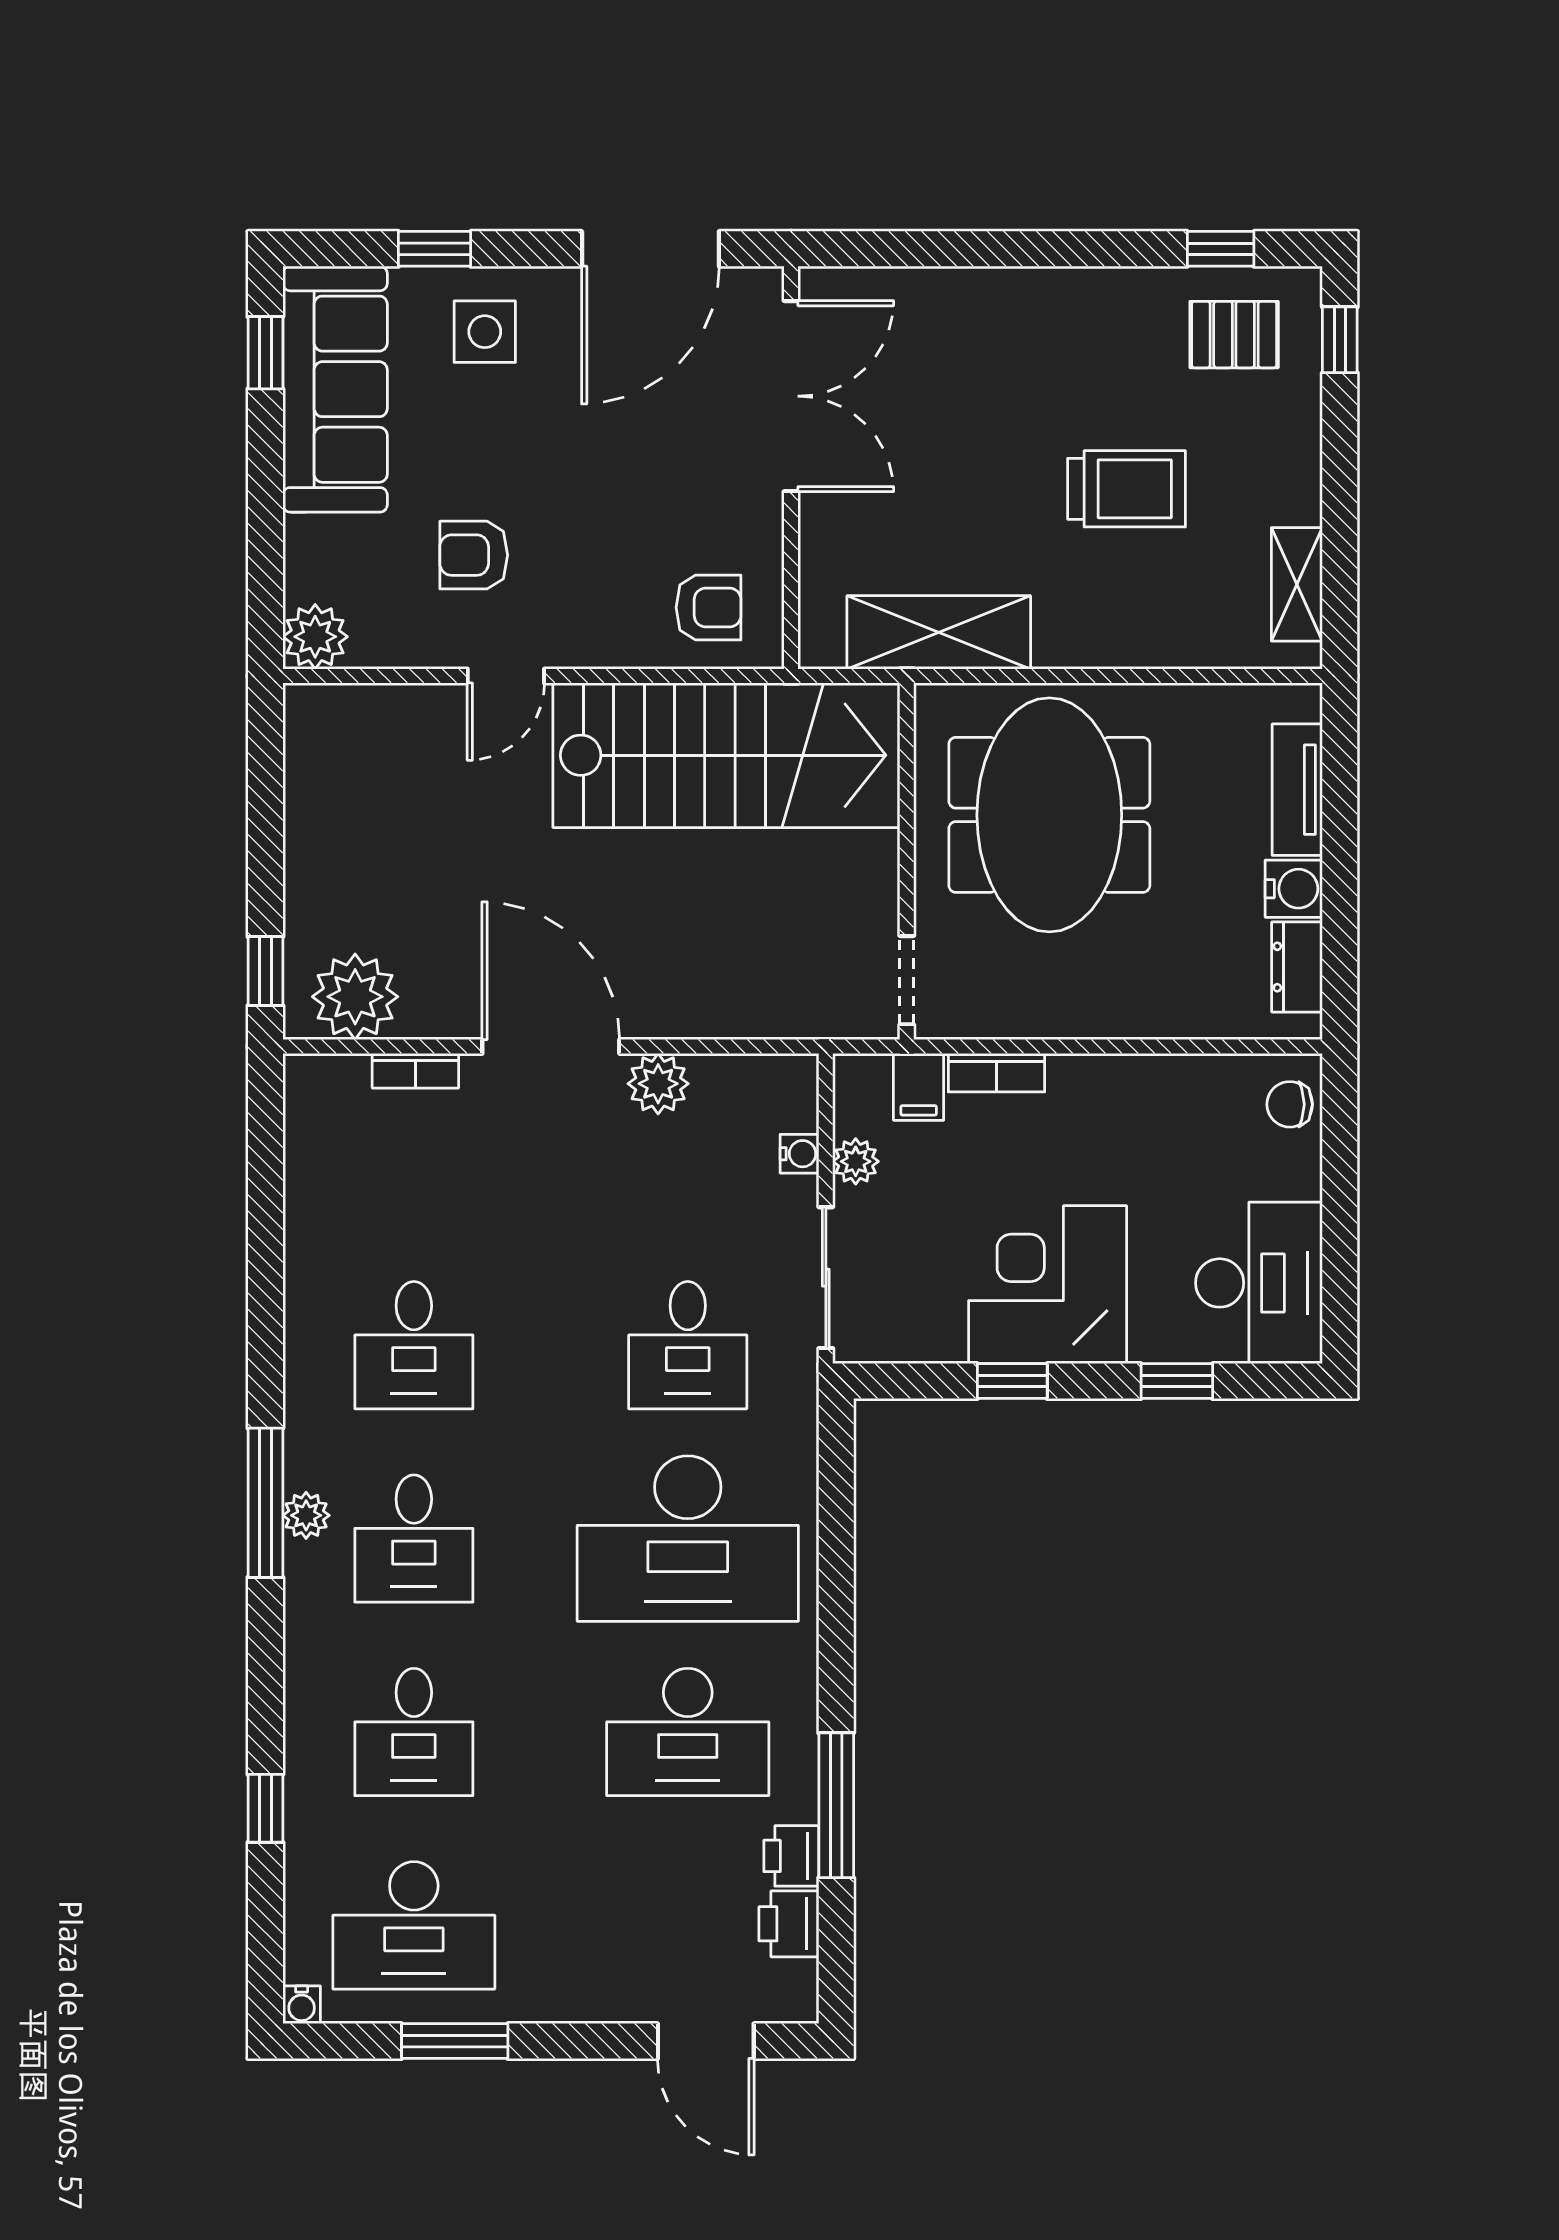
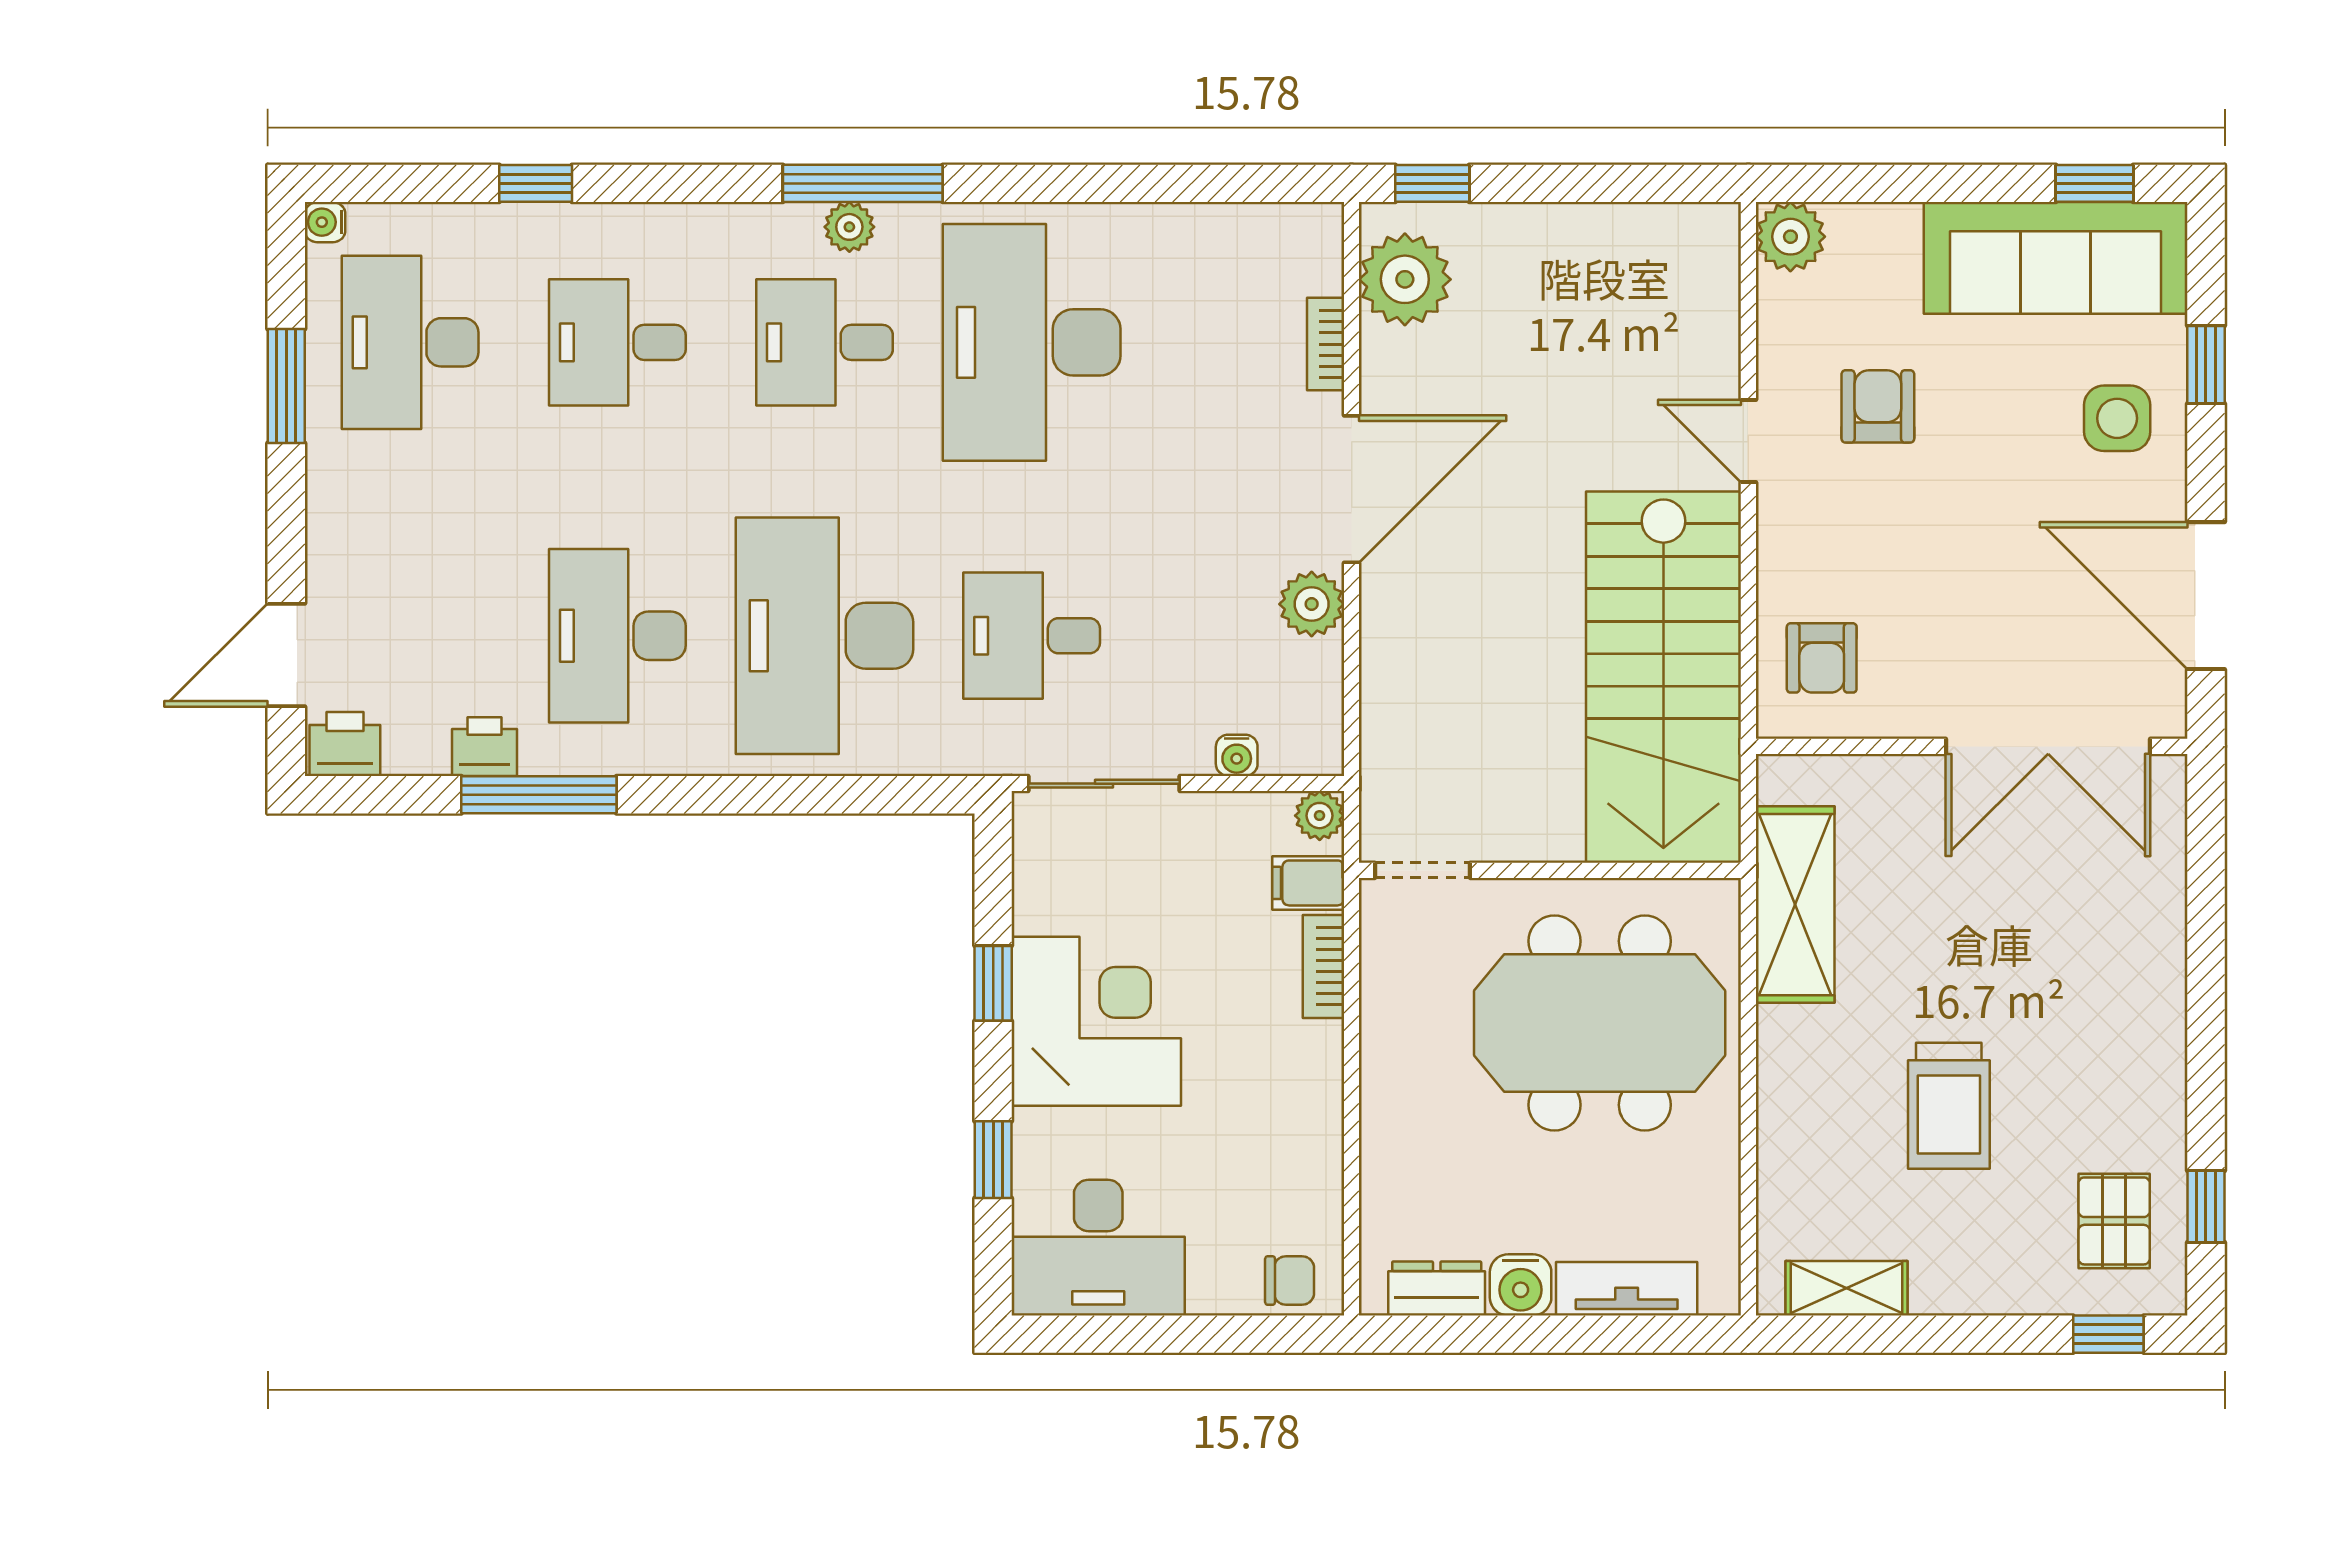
chair: (1290, 1104) -> (1290, 1281), turned 90
plant: (856, 1161) -> (1320, 816), moved
desk: (414, 1345) -> (1032, 342), width x1.87, depth x1.30
printer: (789, 1924) -> (345, 744), moved

